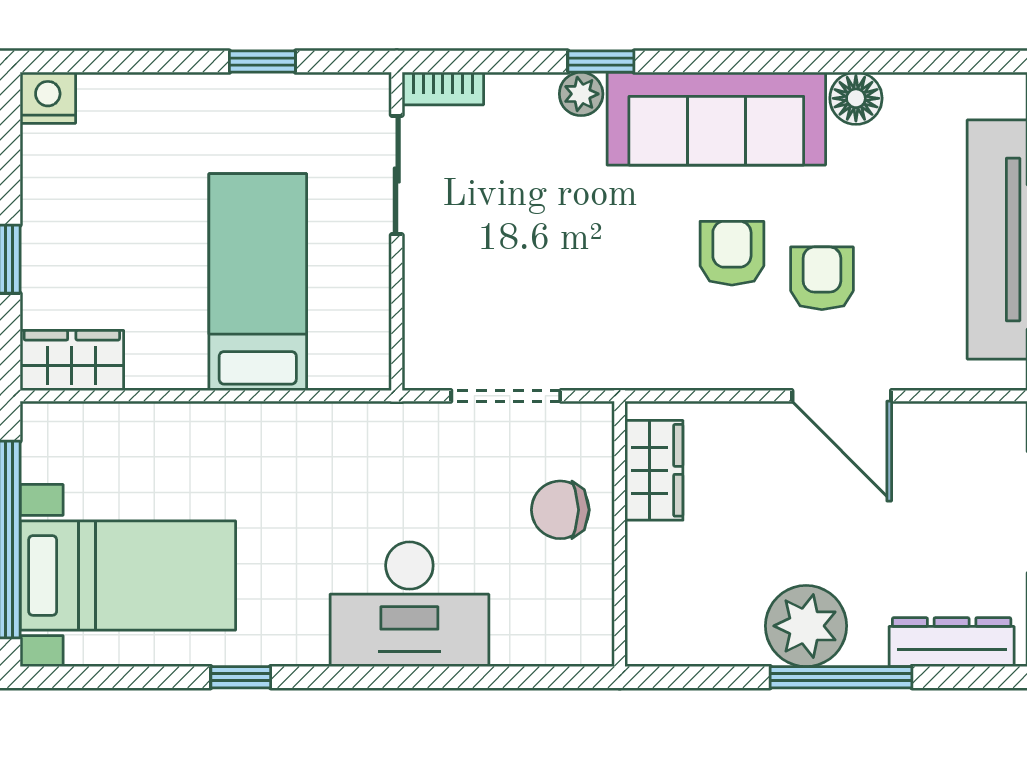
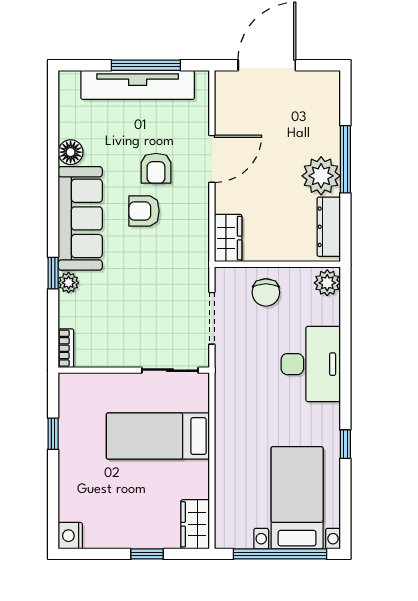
sliding door: (397, 175) -> (170, 370), moved
armchair: (822, 278) -> (156, 168), turned -90
wardrobe: (654, 470) -> (228, 238), moved, turned 90
plant: (581, 639) -> (327, 283), added
dresser: (952, 642) -> (329, 227), moved

